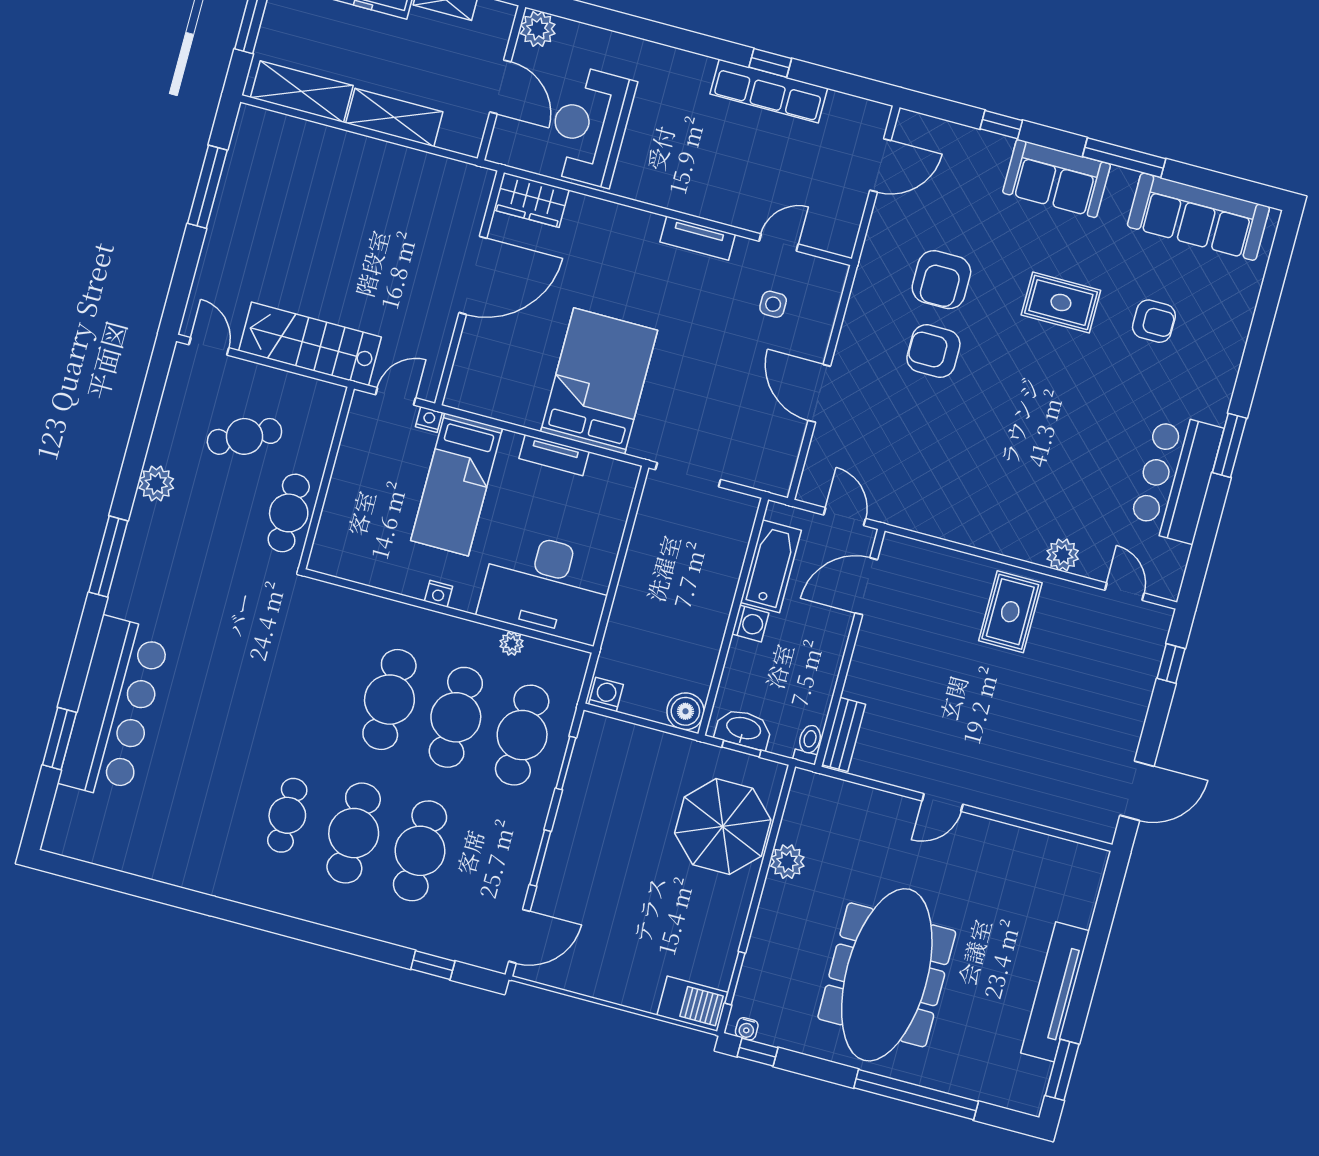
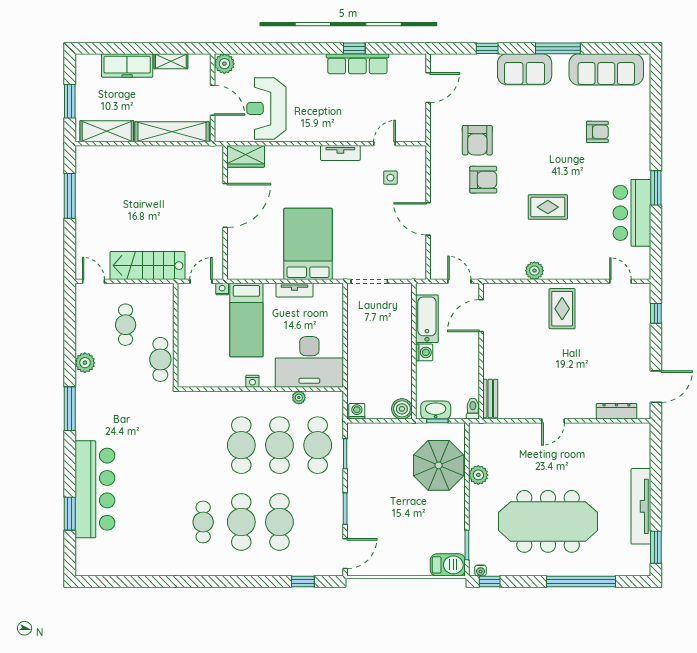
shelving: (394, 117) -> (172, 132), width x1.47
rug: (1061, 303) -> (548, 207), moved
armchair: (933, 351) -> (483, 180), turned 180
cafe table: (244, 436) -> (126, 325), turned -63
plant: (1063, 555) -> (534, 271), moved
dresser: (1057, 815) -> (616, 411), added
meeting table: (887, 975) -> (548, 521), turned 90

